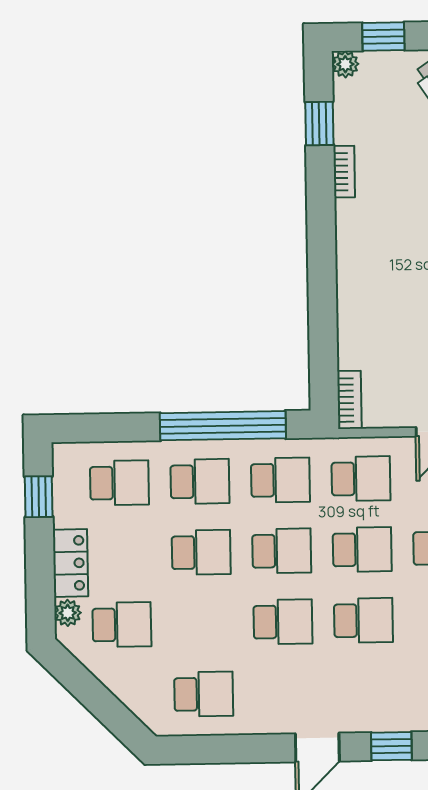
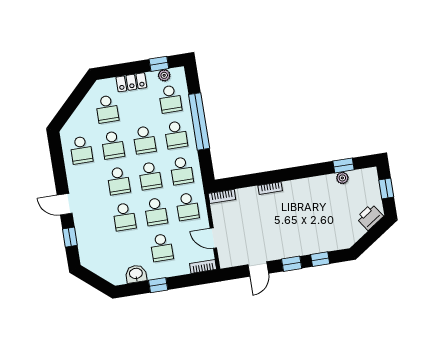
plant: (345, 64) -> (342, 178), moved
bookcase: (344, 172) -> (270, 188), moved
window: (223, 426) -> (199, 121), moved
plant: (68, 613) -> (164, 75), moved
school desk: (202, 623) -> (113, 145), added

